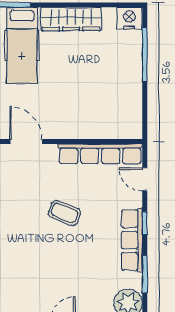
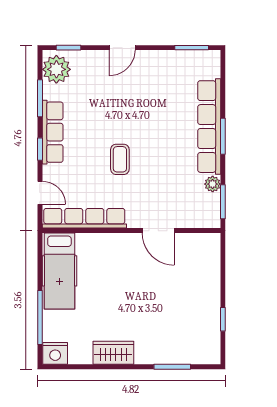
wardrobe: (71, 19) -> (113, 353), width x0.67
hospital bed: (22, 45) -> (59, 271), moved, turned 180
coffee table: (65, 213) -> (120, 159), turned 68

